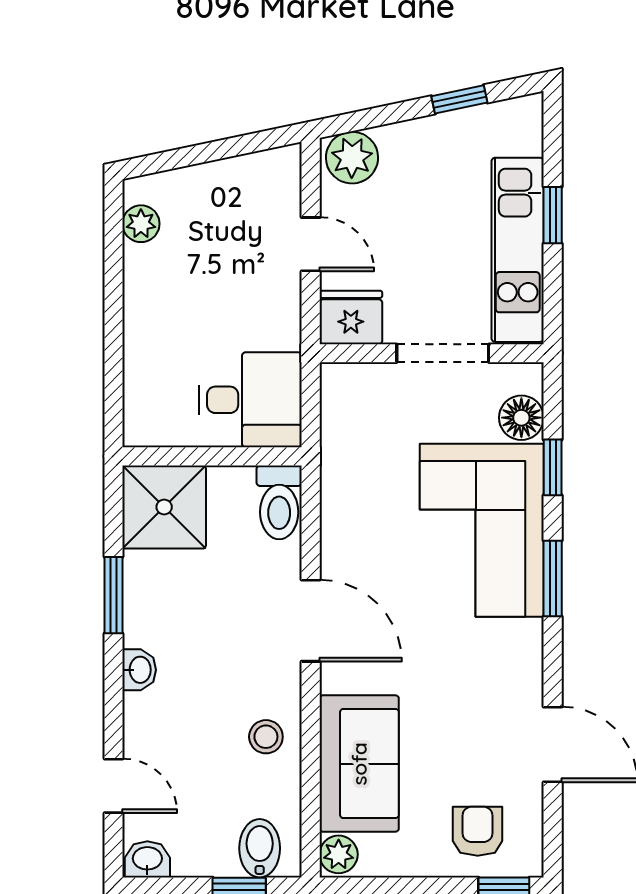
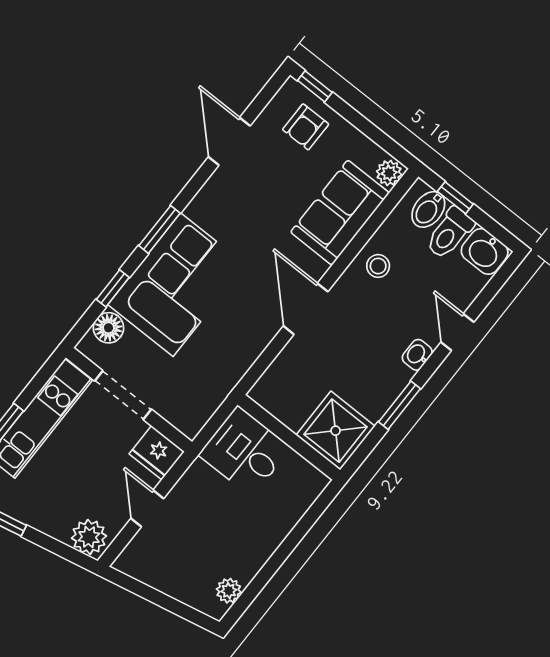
toilet: (279, 502) -> (450, 233), moved, turned 180
door: (113, 786) -> (457, 332), moved
washbasin: (147, 859) -> (485, 251), width x1.38, depth x1.45

